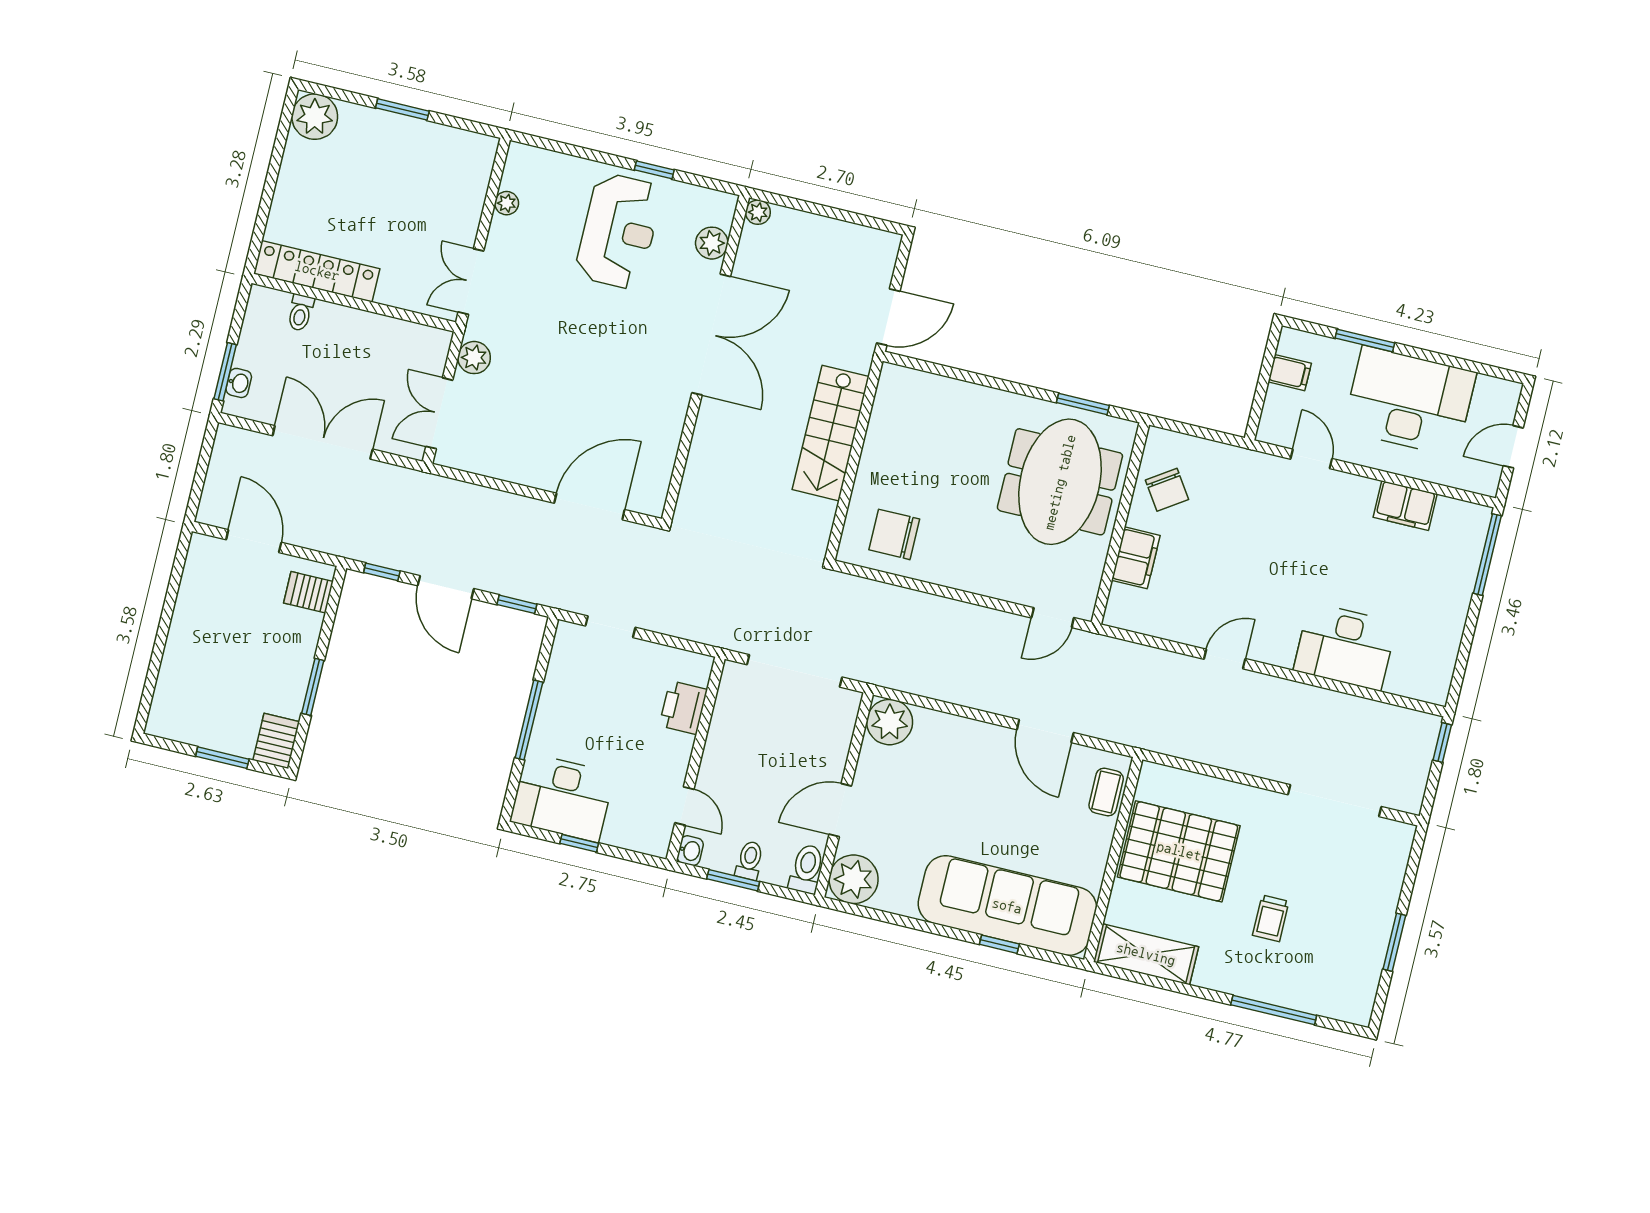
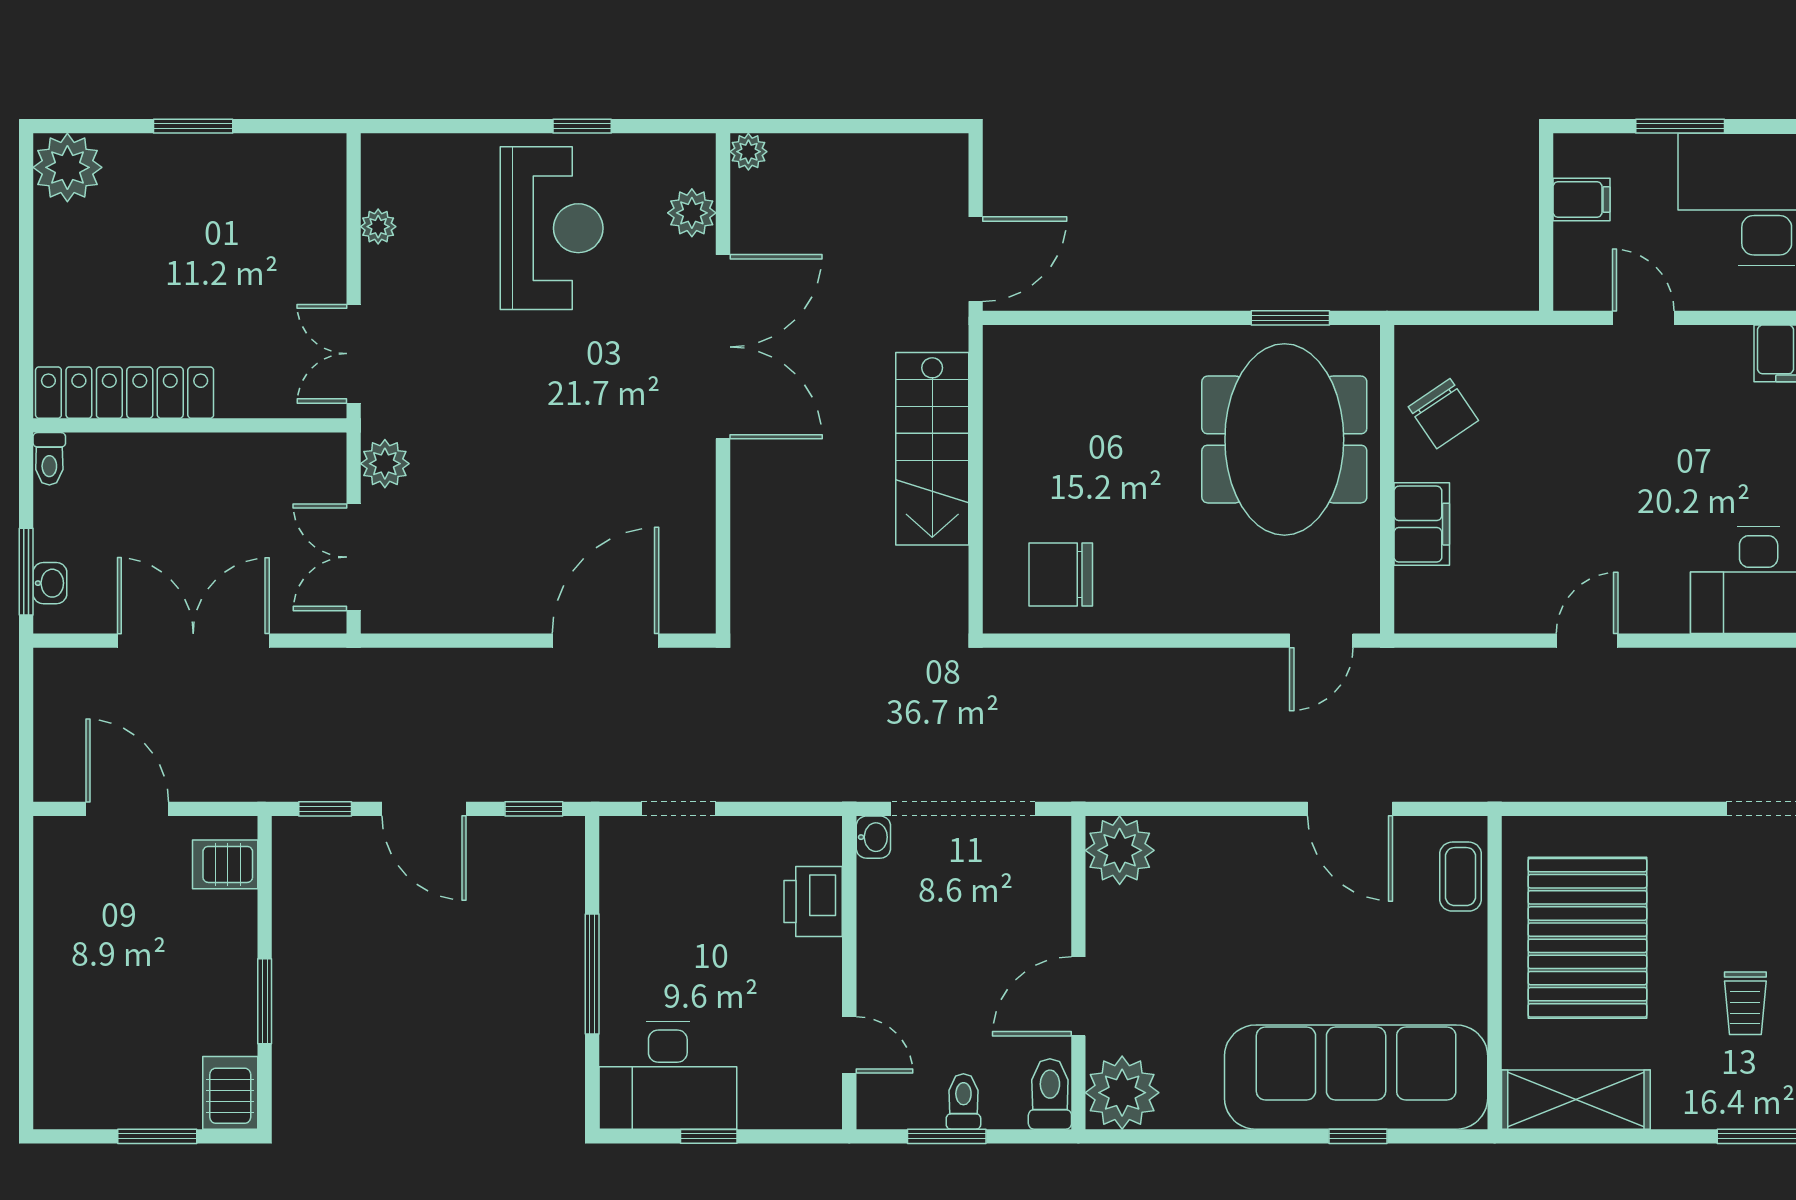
toilet: (300, 313) -> (49, 459), moved
washbasin: (690, 851) -> (873, 837), moved
pallet: (1179, 851) -> (1587, 938), turned 90

